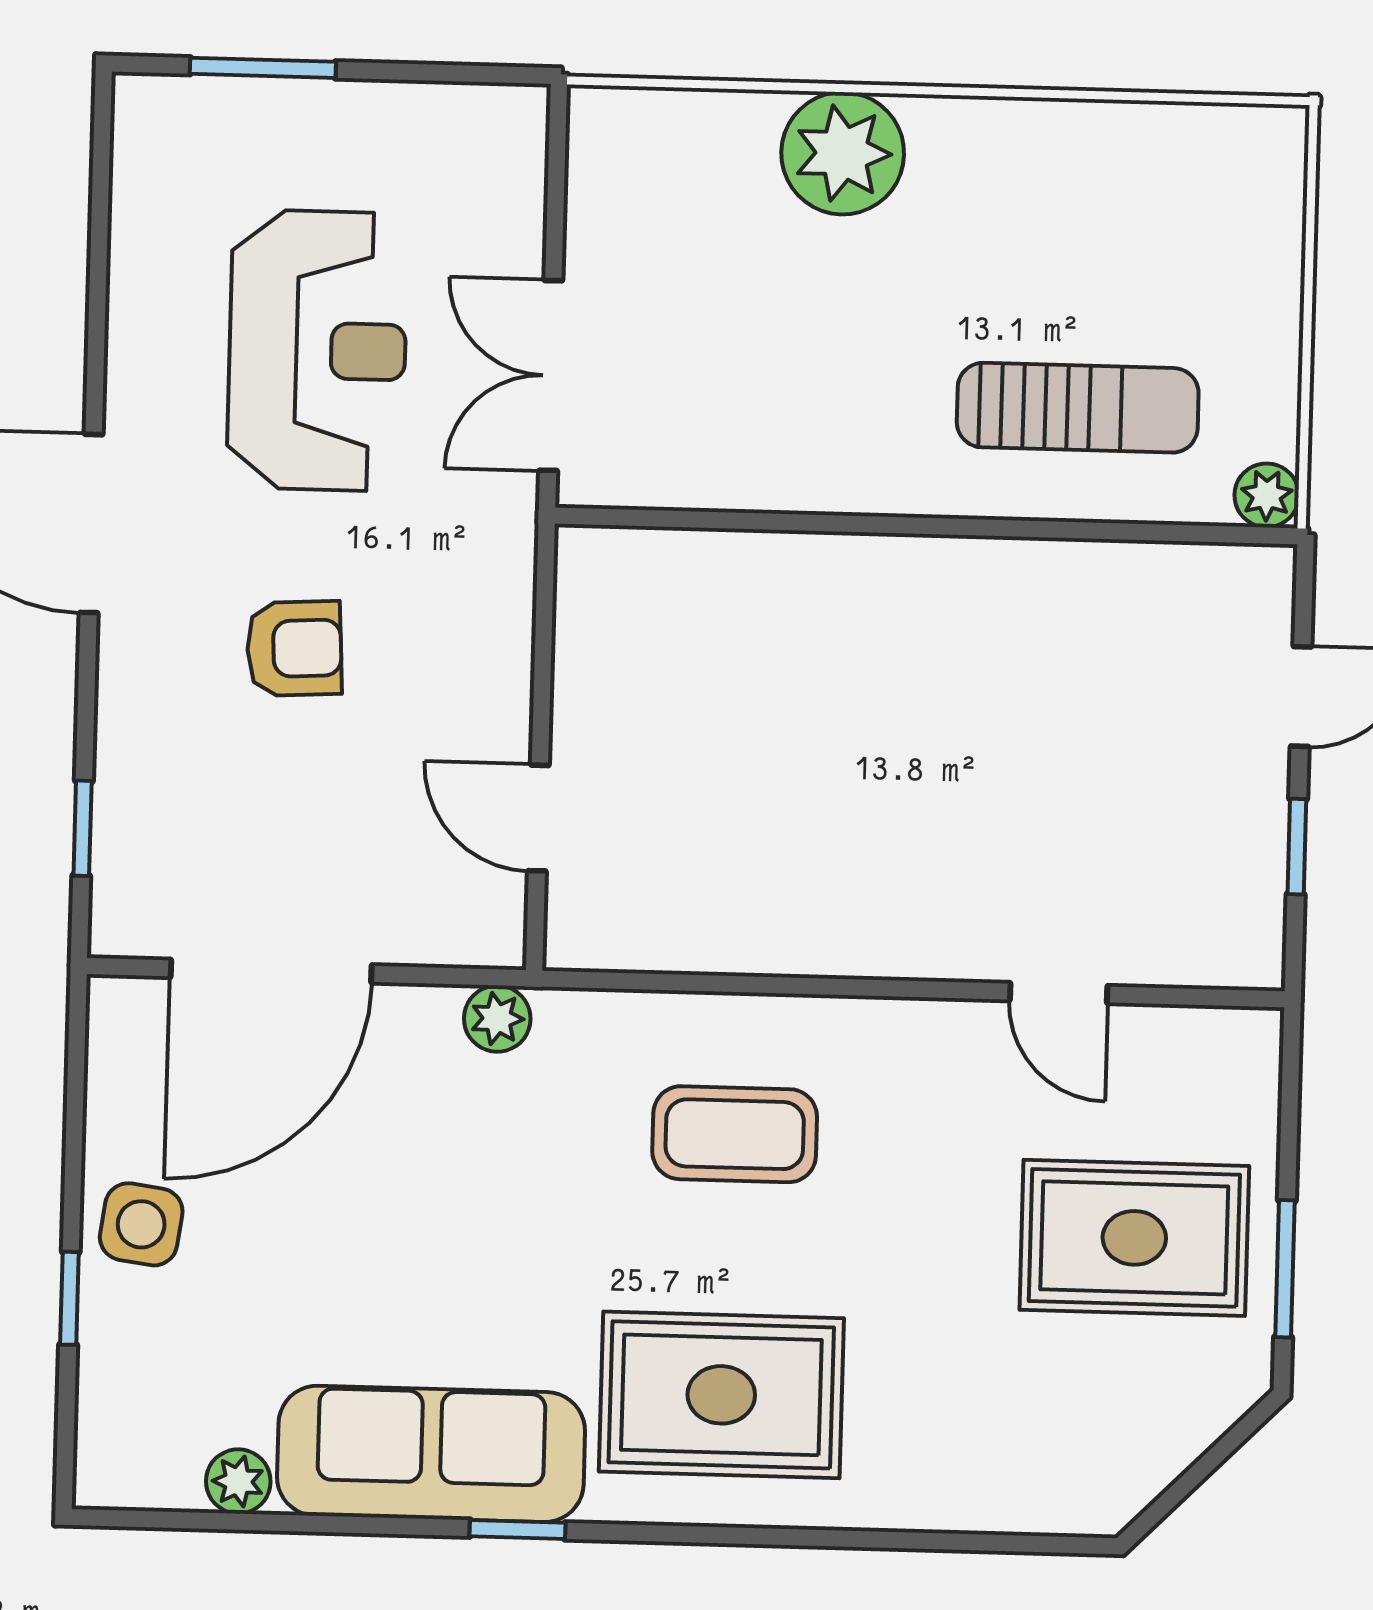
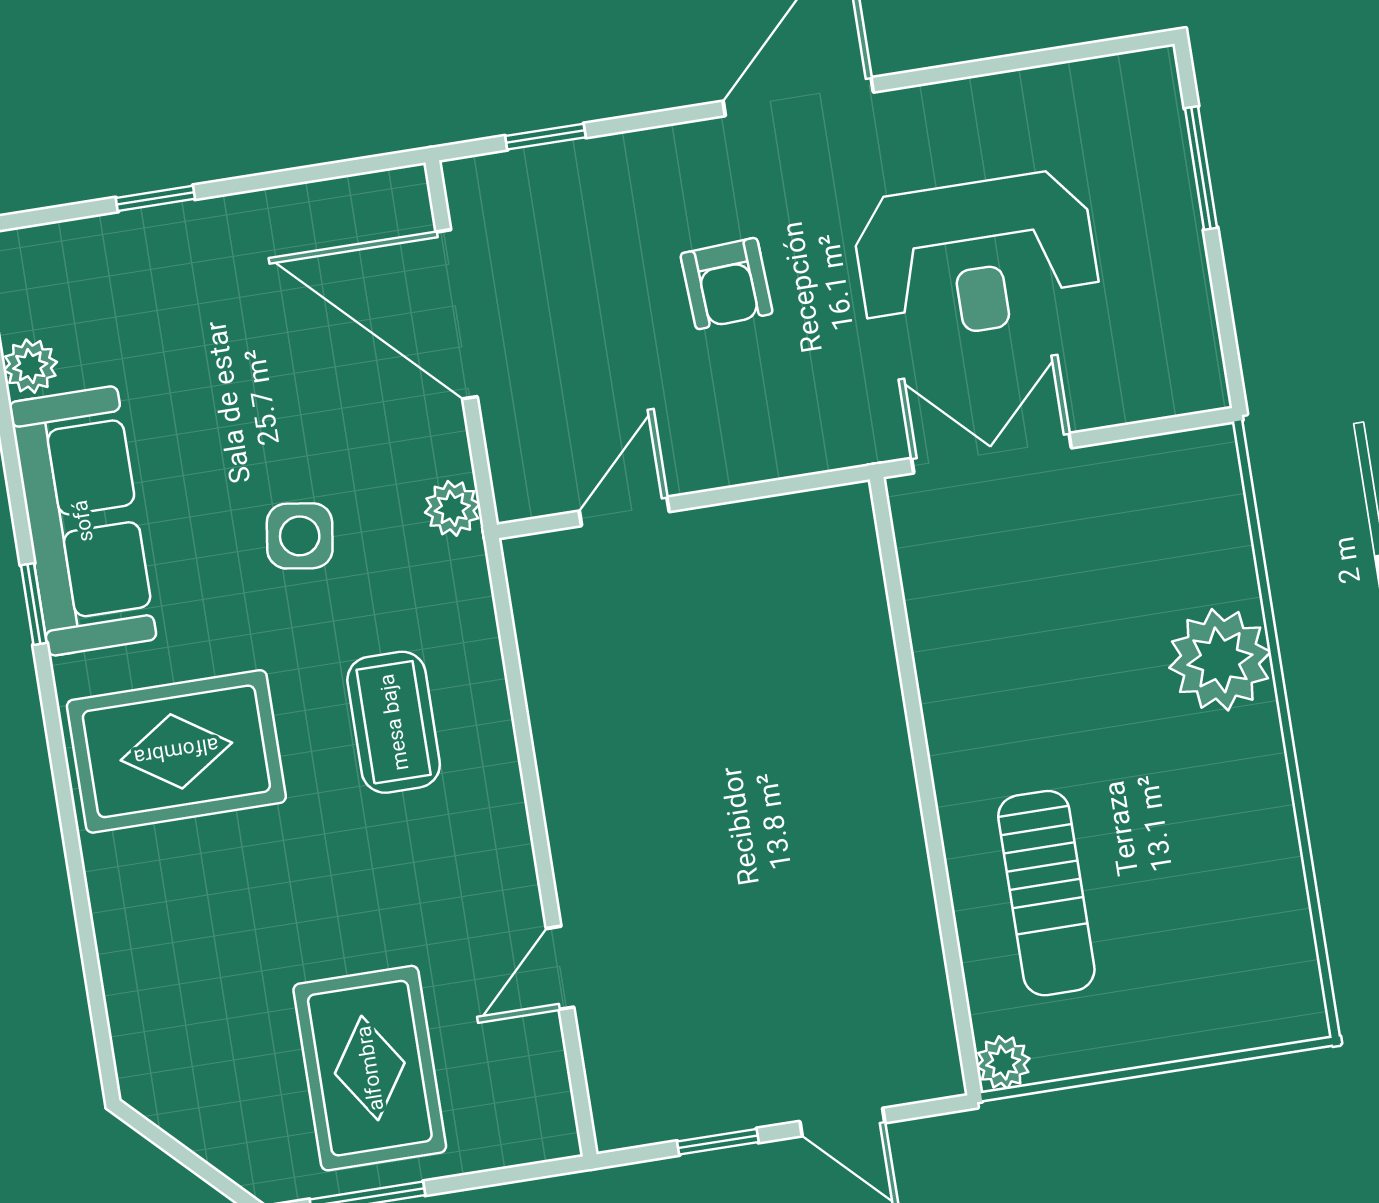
side table: (141, 1224) -> (300, 536), moved
rug: (721, 1395) -> (176, 751), turned 90

